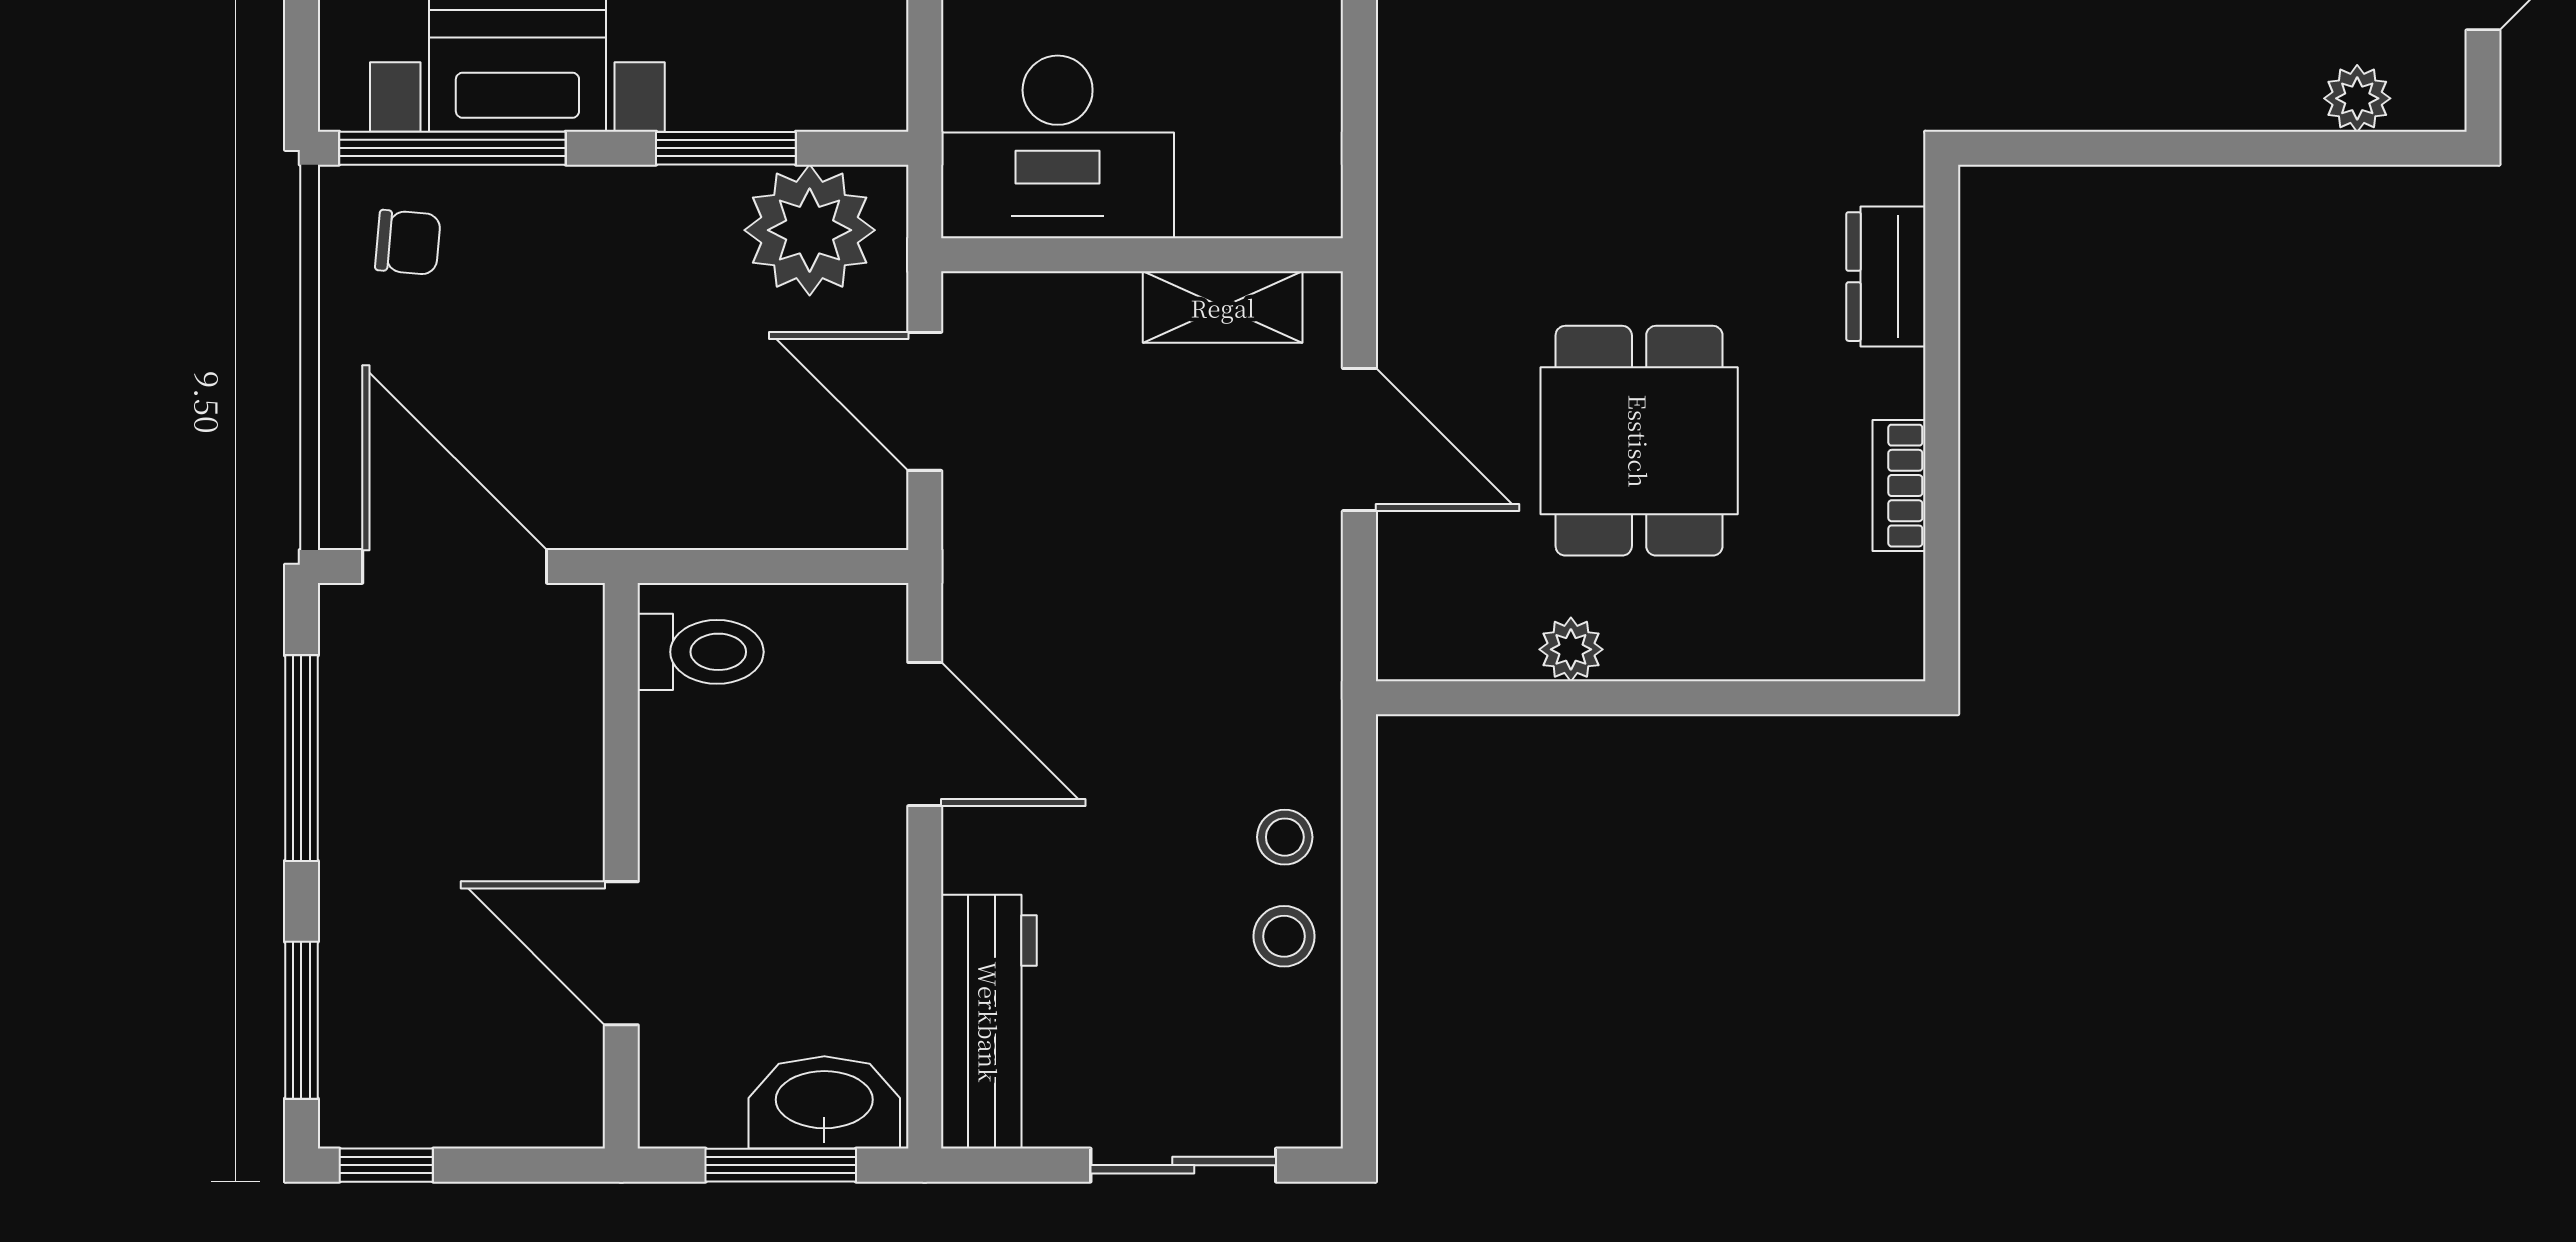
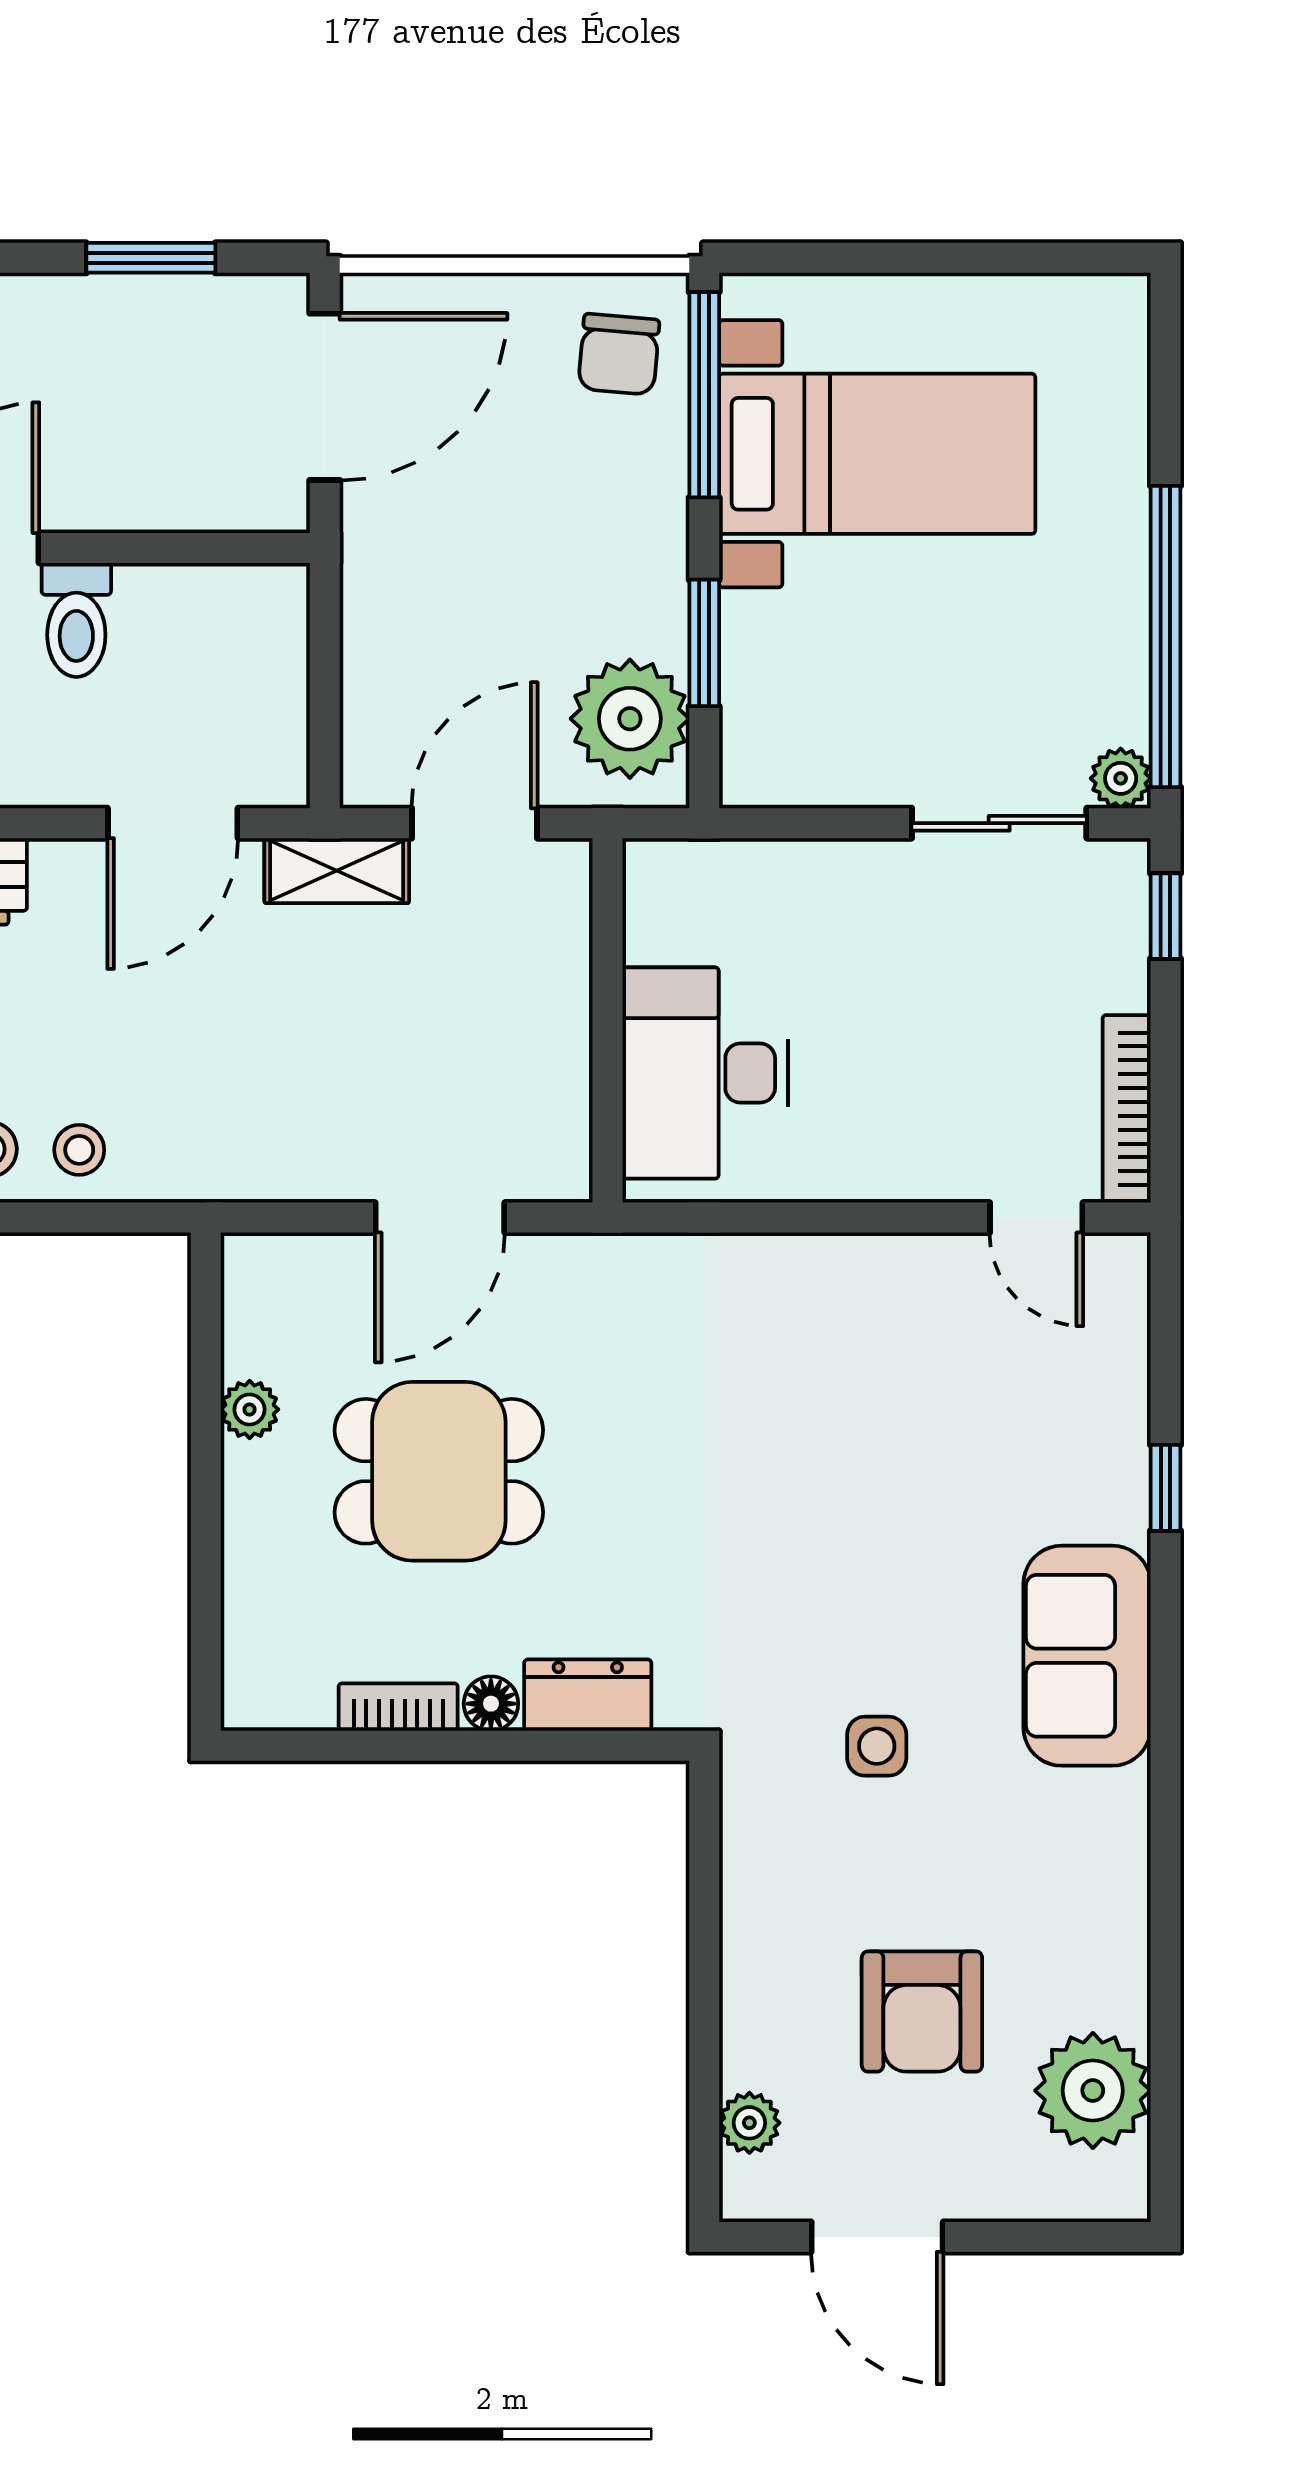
desk: (1058, 147) -> (705, 1073), moved
chair: (408, 242) -> (619, 354), width x1.37, depth x1.37
shelving: (1223, 307) -> (337, 871), moved, turned 90
floor lamp: (1895, 383) -> (491, 1704), added
toilet: (701, 652) -> (76, 620), moved
window: (301, 758) -> (151, 258), width x0.69

